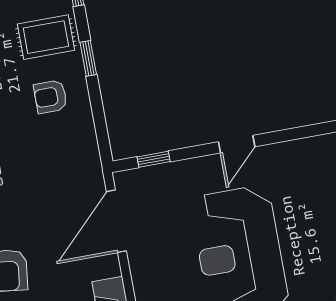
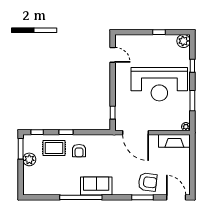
rug: (46, 37) -> (54, 148), turned 90
door: (237, 144) -> (113, 55), moved

